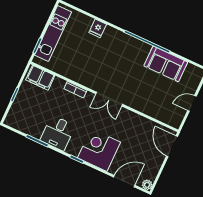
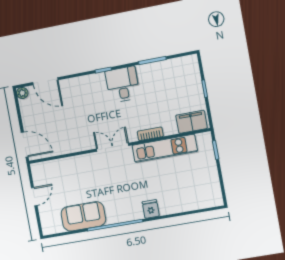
fridge: (98, 28) -> (151, 209), moved
kitchen unit: (53, 33) -> (165, 148), moved, turned -90
desk: (58, 133) -> (122, 84), moved
corner desk: (99, 150) -> (89, 93), removed
door: (124, 181) -> (45, 81), hinge flipped

